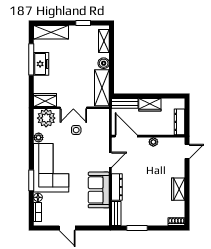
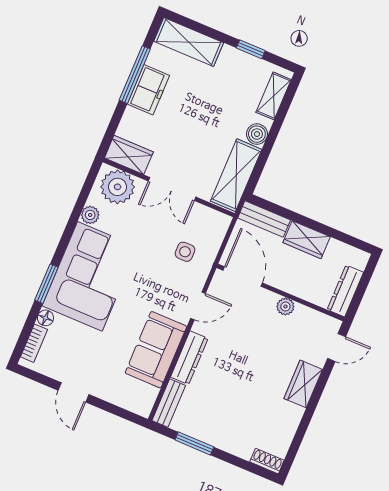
side table: (76, 130) -> (185, 252), moved
wardrobe: (178, 189) -> (303, 384), moved

